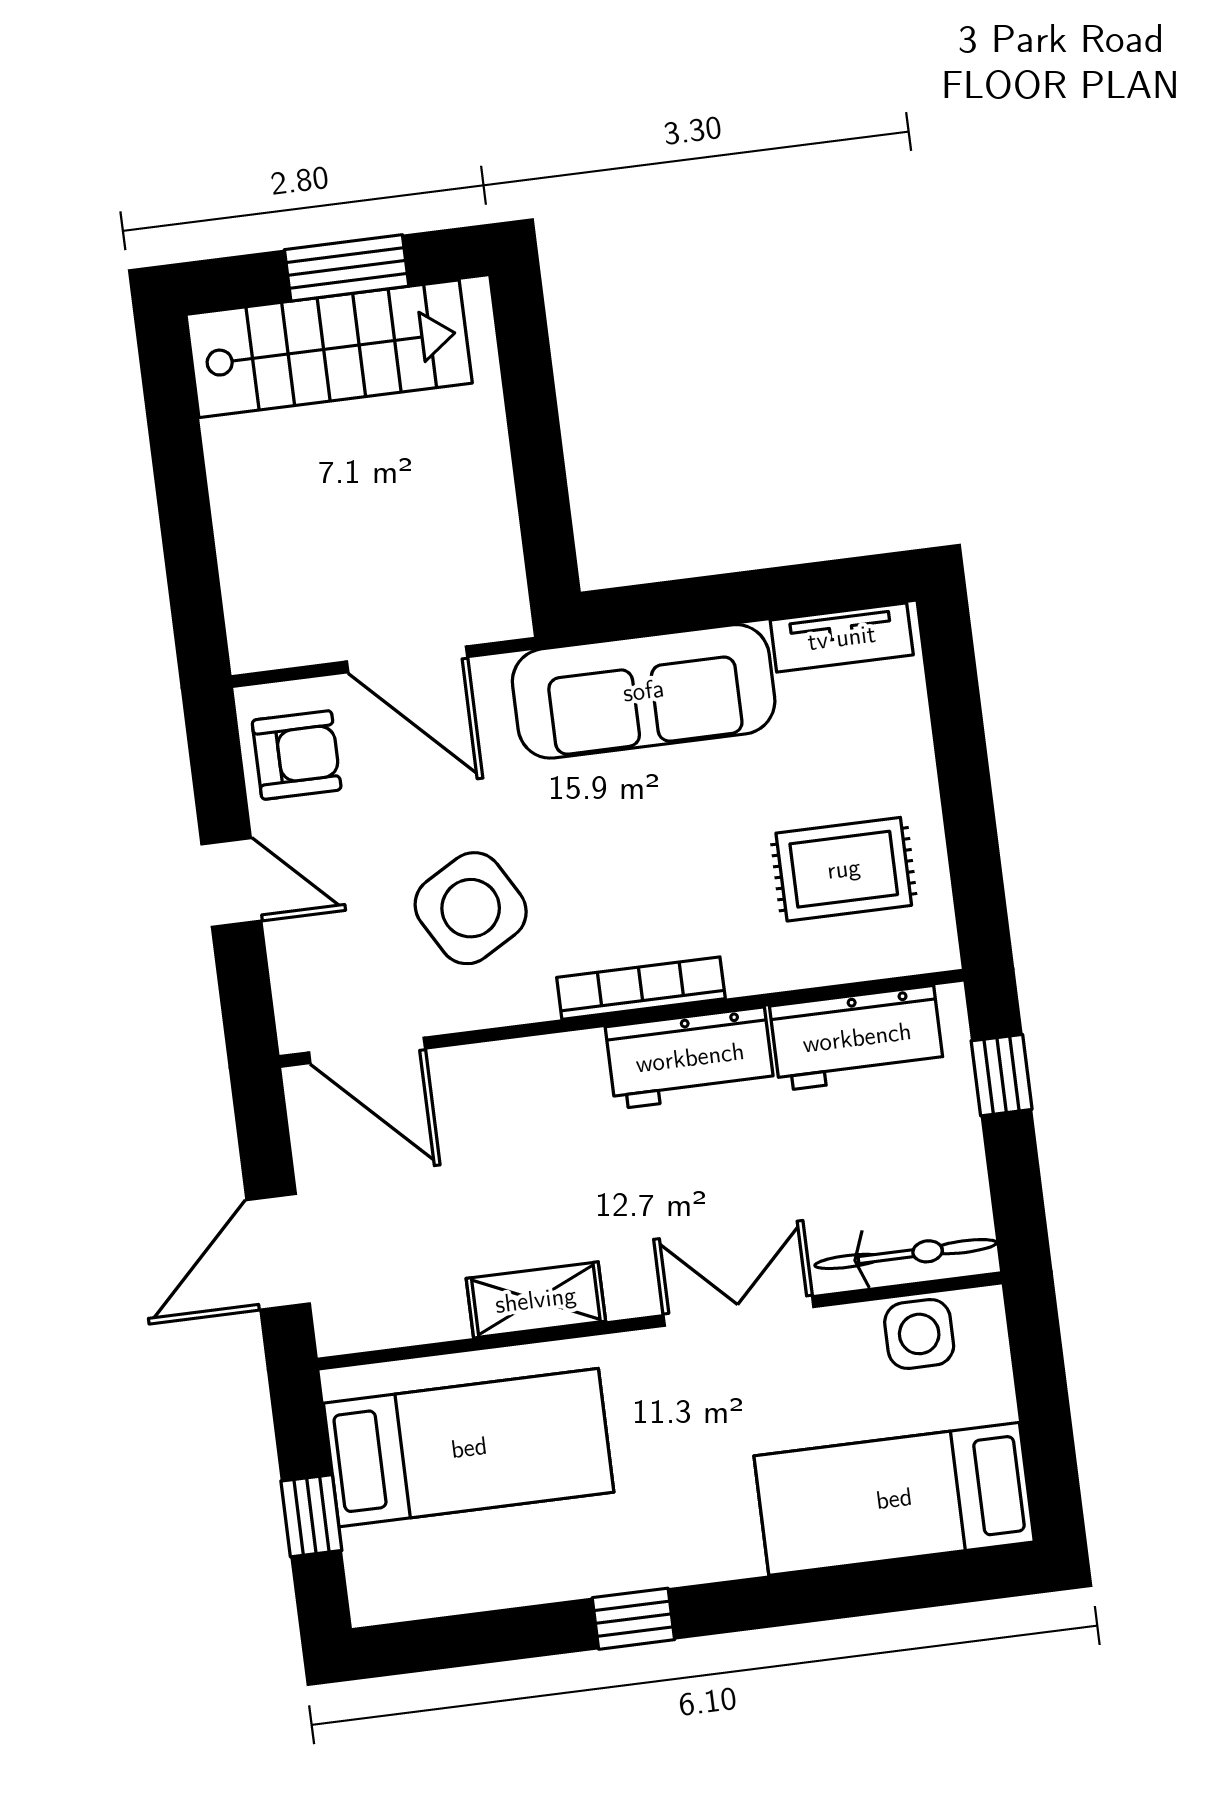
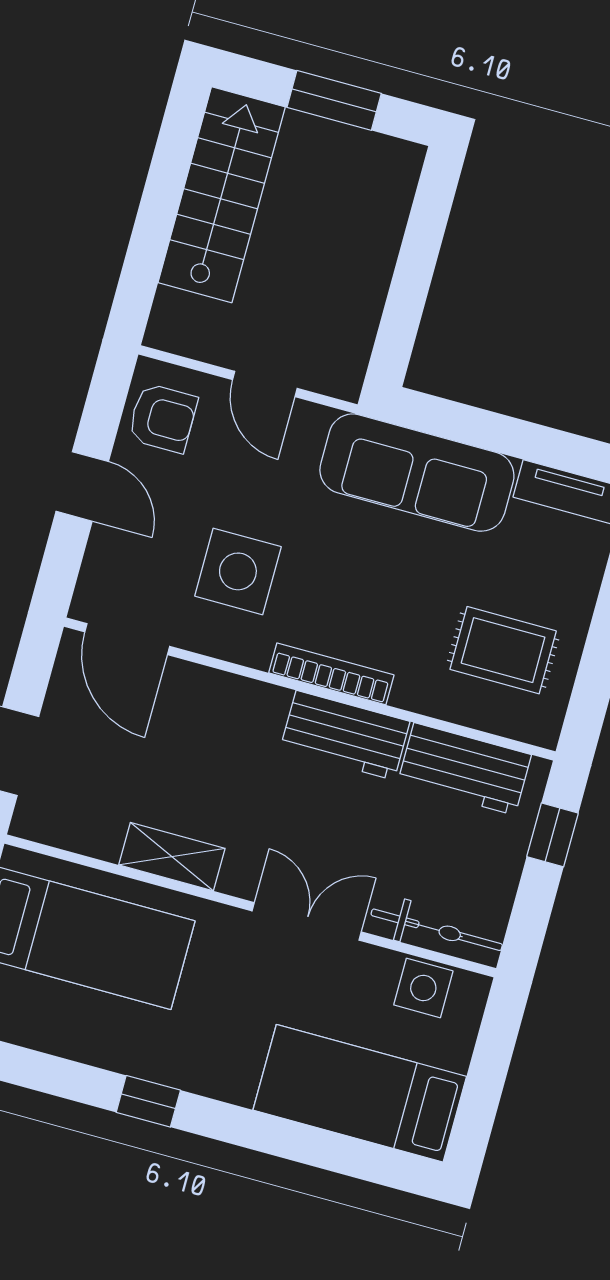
stairs: (329, 349) -> (222, 195), moved, turned -90
door: (407, 659) -> (265, 384), width x0.73
side table: (471, 908) -> (238, 571), turned 30

